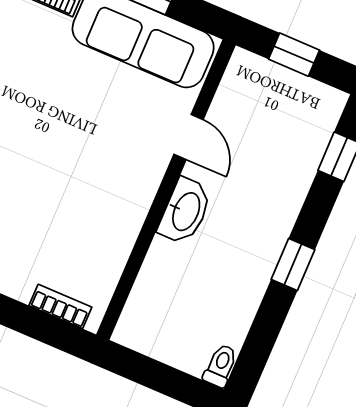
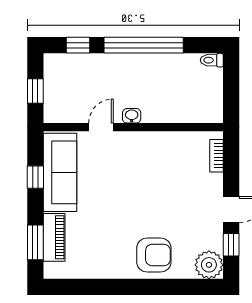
washbasin: (185, 211) -> (132, 116), width x0.52, depth x0.69
window: (293, 264) -> (144, 45), width x3.17

